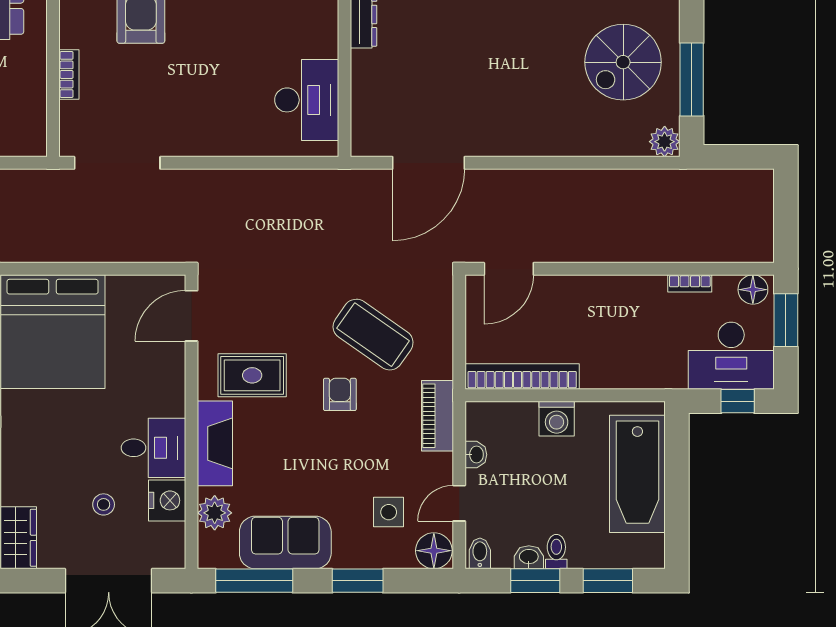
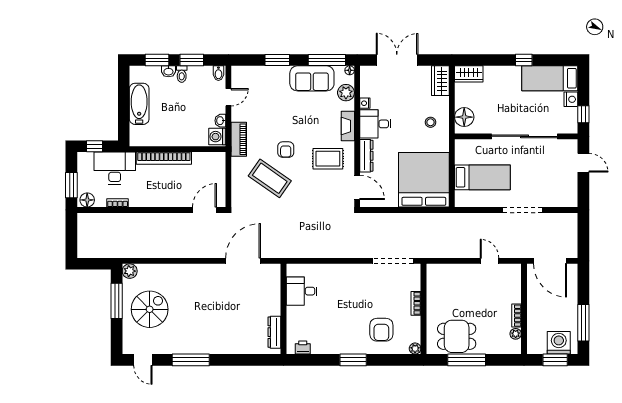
desk: (307, 100) -> (302, 291), width x0.73
door: (191, 316) -> (357, 187), hinge flipped
desk: (731, 356) -> (115, 168), moved
bookcase: (522, 376) -> (164, 158), moved
dresser: (172, 382) -> (366, 156), added
washing machine: (557, 419) -> (217, 137), moved, turned -90
fireplace: (215, 443) -> (348, 126), width x0.73, depth x0.76
bathtub: (637, 474) -> (139, 104), width x0.73, depth x0.73
nightstand: (167, 500) -> (365, 103), width x0.53, depth x0.56
stool: (104, 504) -> (431, 122), moved
side table: (389, 512) -> (262, 93), removed
floor lamp: (434, 551) -> (350, 70), moved, width x0.53, depth x0.53
washbasin: (529, 557) -> (168, 71), moved

